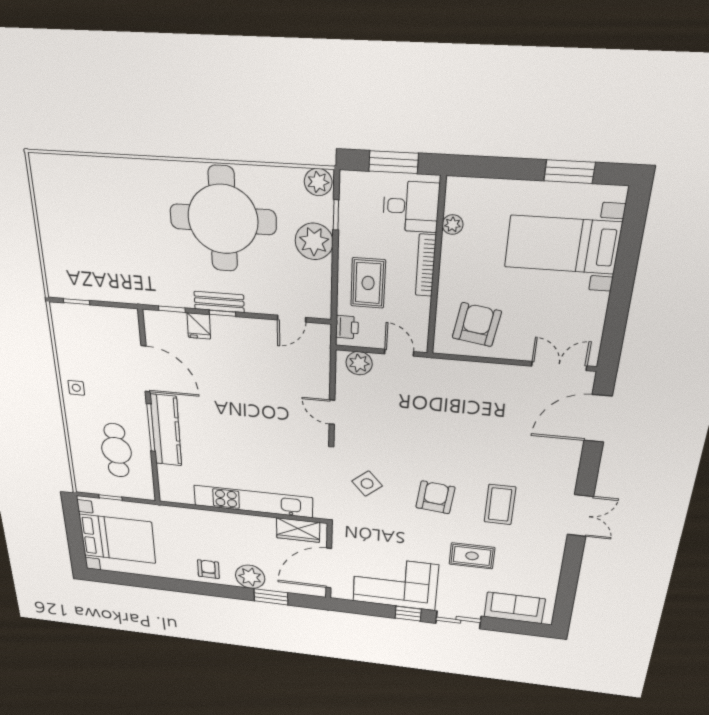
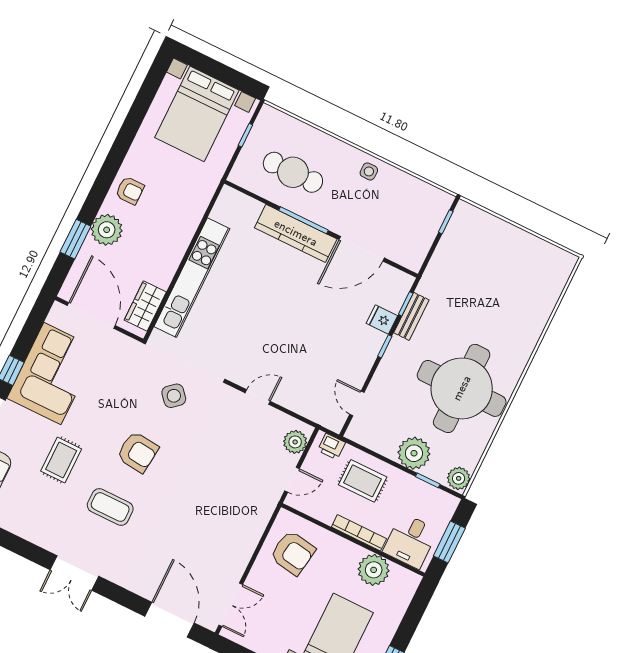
plant: (453, 225) -> (374, 570), width x1.88, depth x1.88
bench: (219, 302) -> (411, 316), moved

